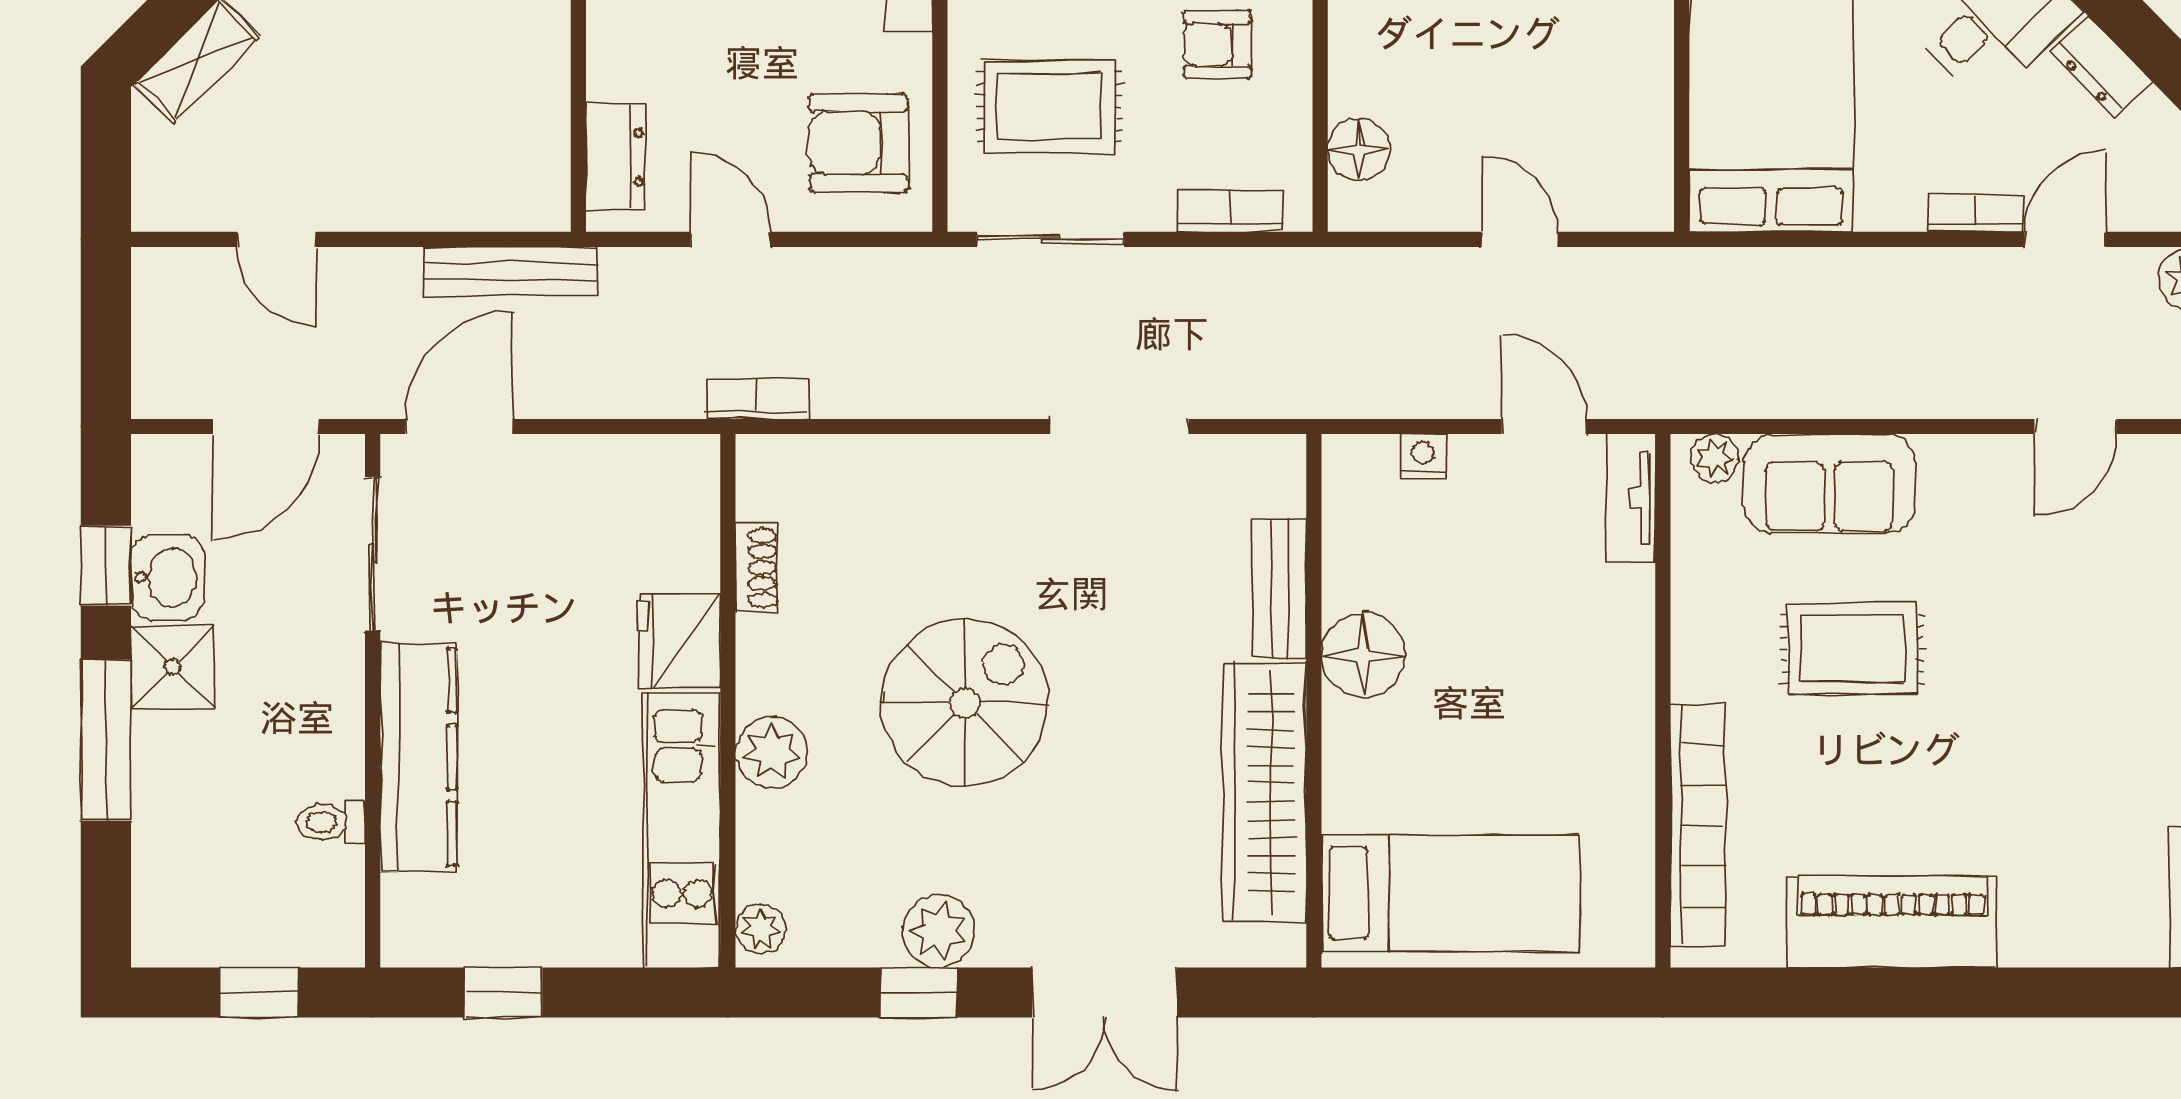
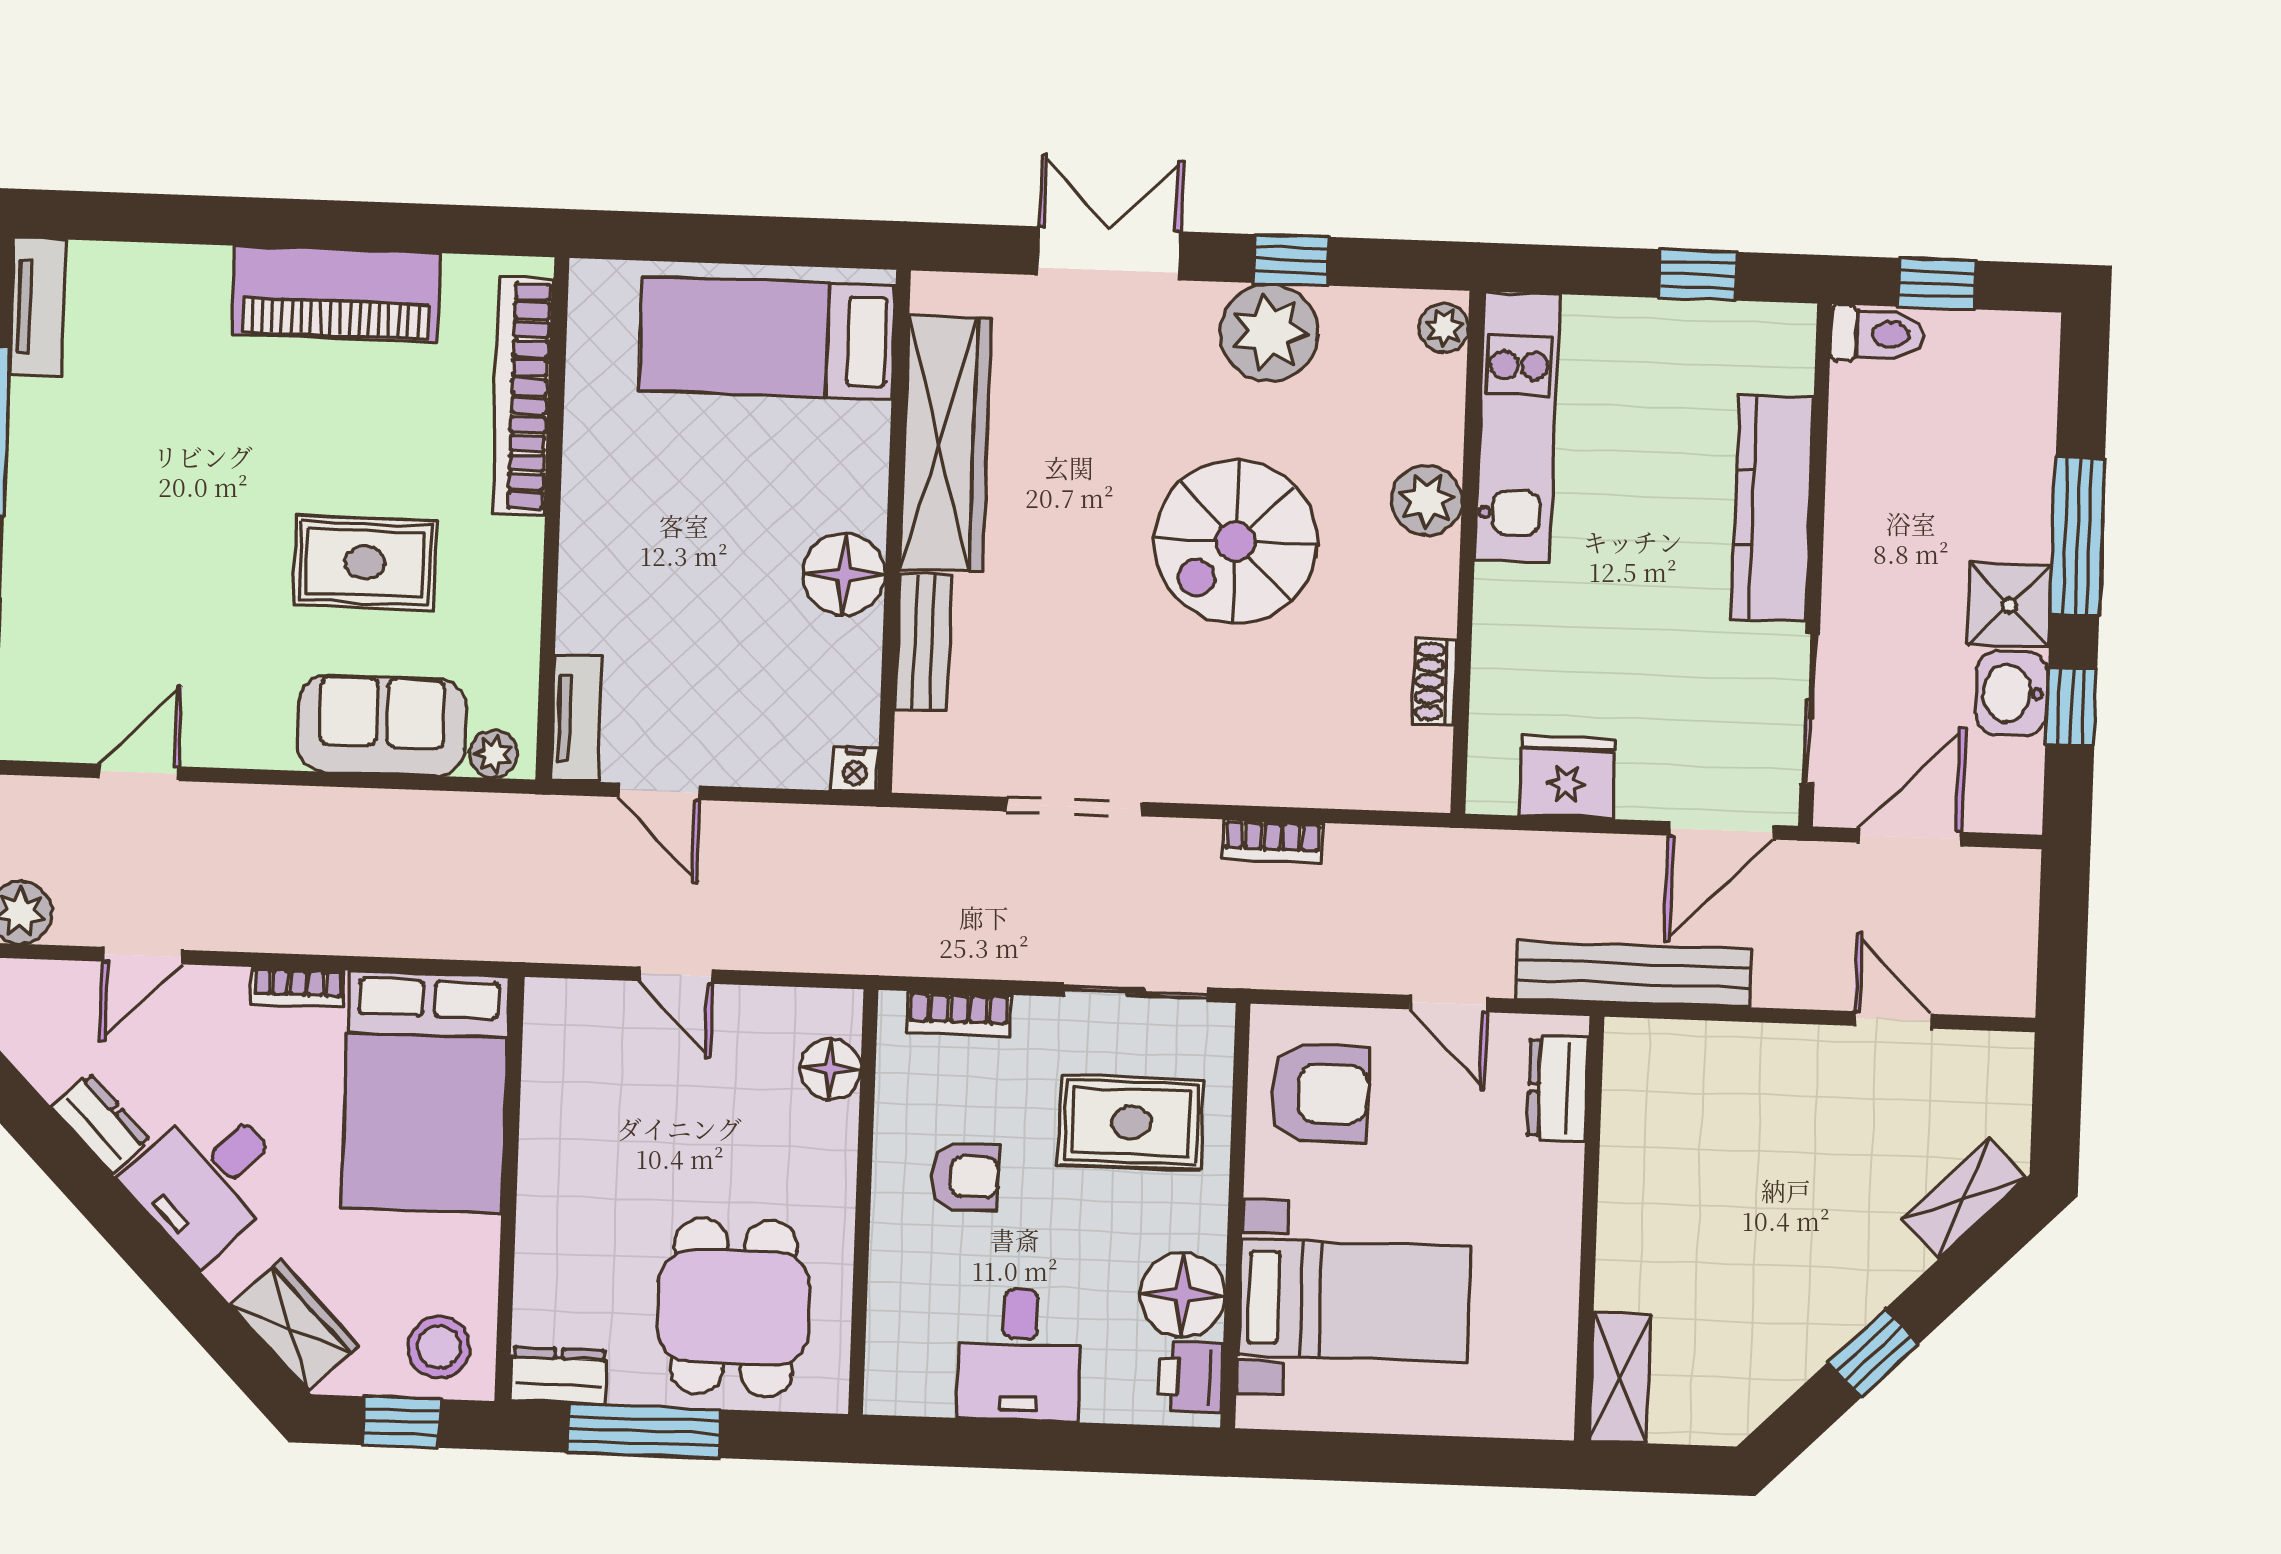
bookcase: (1976, 213) -> (298, 987), moved
bench: (511, 271) -> (1633, 974), width x1.37, depth x1.21
bookcase: (757, 399) -> (1272, 841), moved
nightstand: (1423, 456) -> (855, 769), moved
fridge: (679, 641) -> (1567, 777), moved, turned -90
toilet: (331, 822) -> (1877, 334), moved, width x1.37, depth x1.39
plant: (939, 931) -> (1269, 332), width x1.36, depth x1.36

